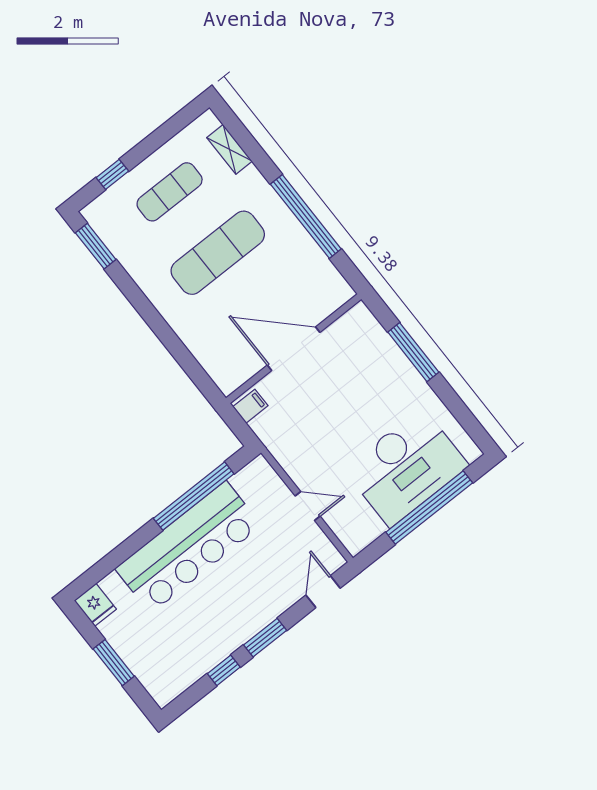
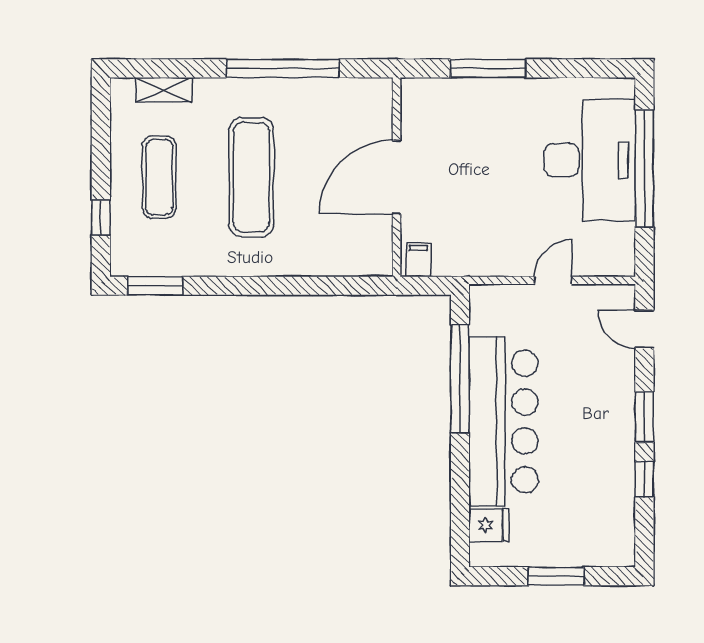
fridge: (95, 605) -> (489, 525), moved

